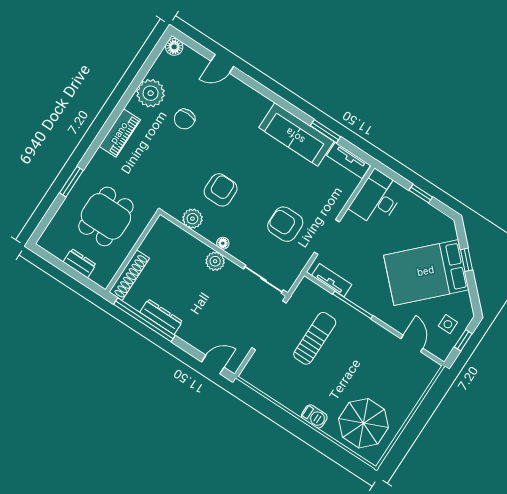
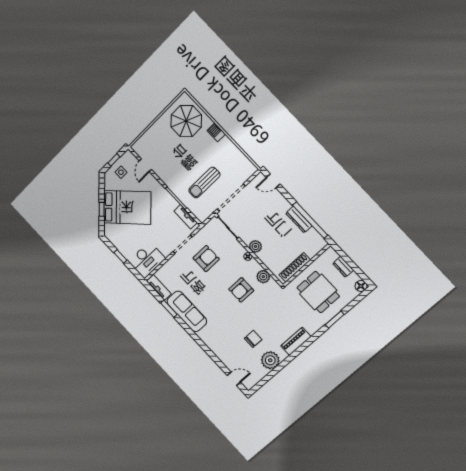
floor lamp: (174, 47) -> (361, 286), moved
door: (222, 64) -> (234, 379), moved
dining table: (106, 216) -> (318, 292), turned 90
armchair: (285, 224) -> (206, 259), turned -90
shoe rack: (129, 275) -> (295, 267), moved

